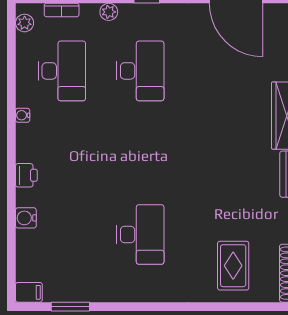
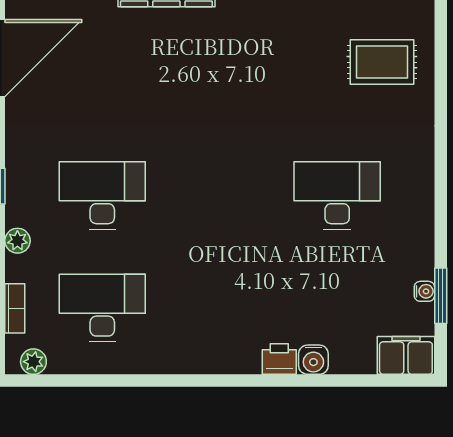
water cooler: (23, 115) -> (424, 291), moved, turned -90
printer: (26, 175) -> (279, 359), moved
filing cabinet: (29, 292) -> (406, 355), width x2.00

